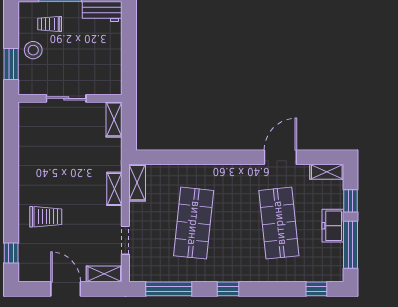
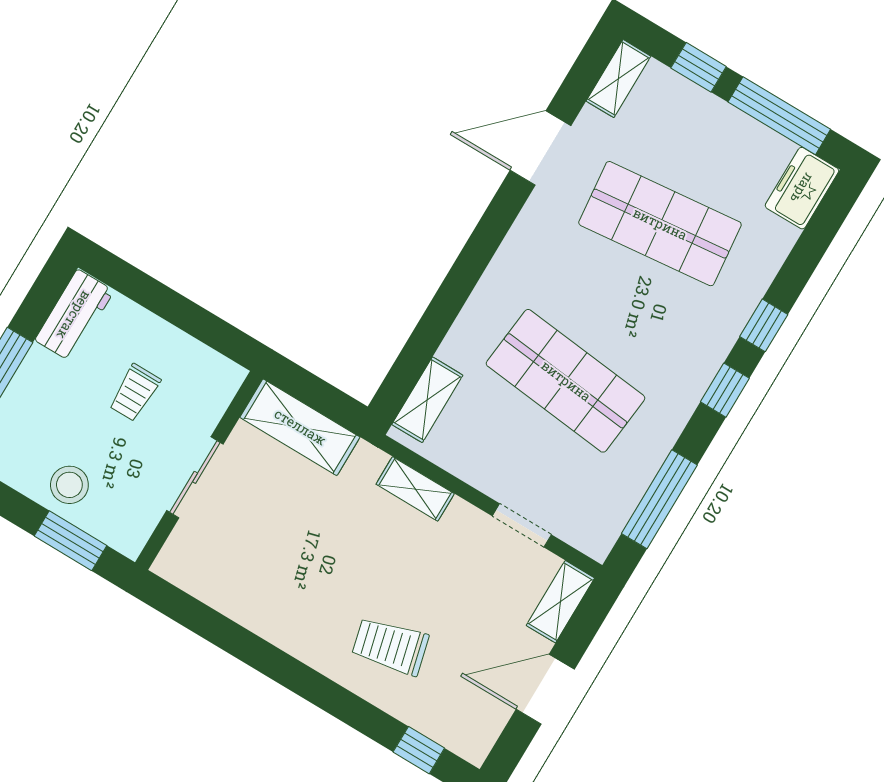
trolley: (50, 24) -> (135, 393), moved
shelving: (114, 119) -> (300, 427), width x1.50, depth x1.33
door: (280, 157) -> (540, 148), hinge flipped
shelving: (137, 183) -> (427, 400), moved, turned 90
trolley: (46, 217) -> (390, 646), turned -104
freezer: (333, 226) -> (802, 188), moved, turned 90
window: (316, 289) -> (764, 325), moved

